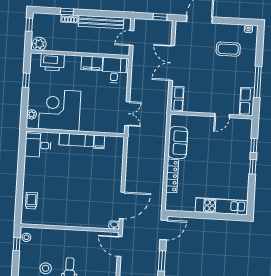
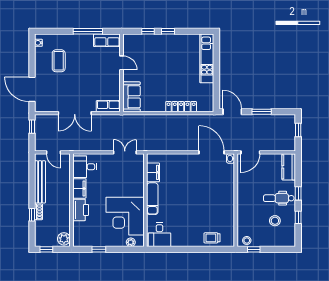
printer: (52, 62) -> (81, 210), moved
filing cabinet: (99, 142) -> (153, 172), width x2.00
sofa: (178, 143) -> (132, 97), moved, turned 90

